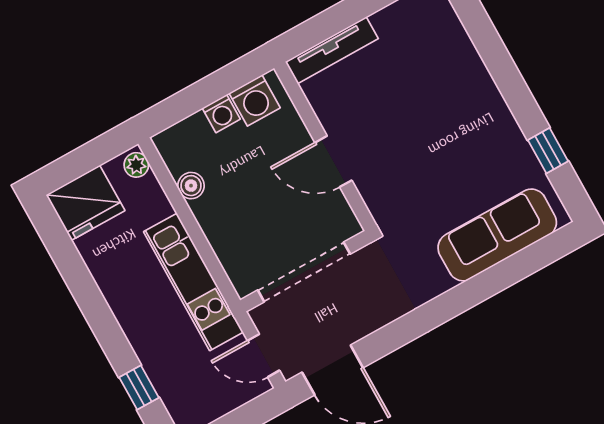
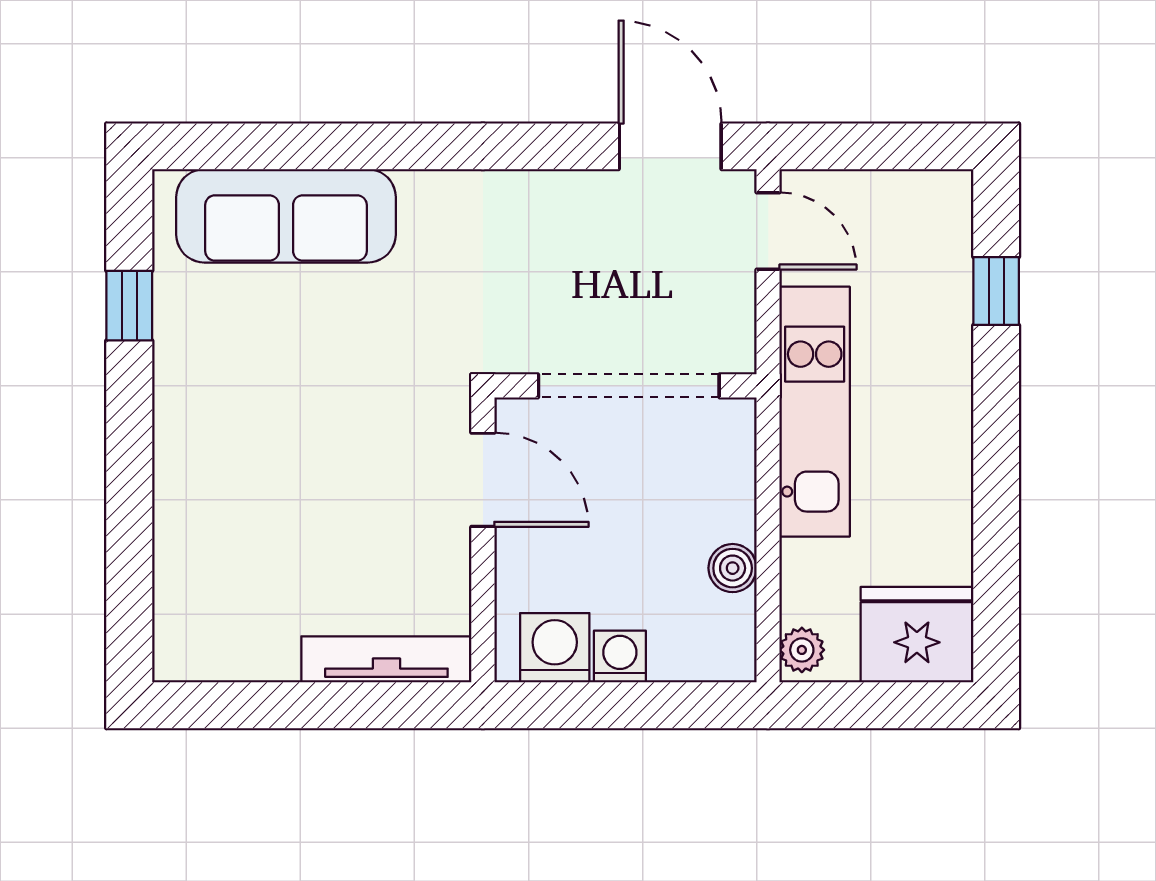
wall: (305, 271) -> (625, 386), moved
doorway: (304, 272) -> (629, 386), moved

